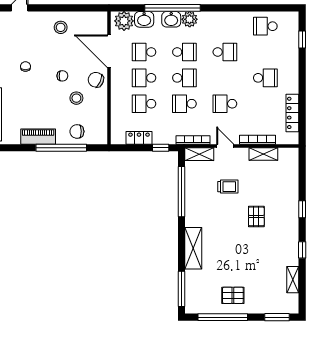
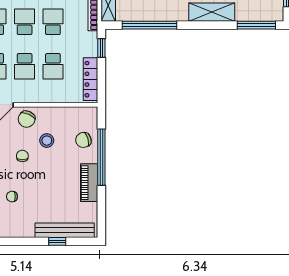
school desk: (184, 104) -> (53, 22), turned 180
chair: (77, 131) -> (83, 140), turned 73
locker: (139, 138) -> (90, 79), width x1.53

